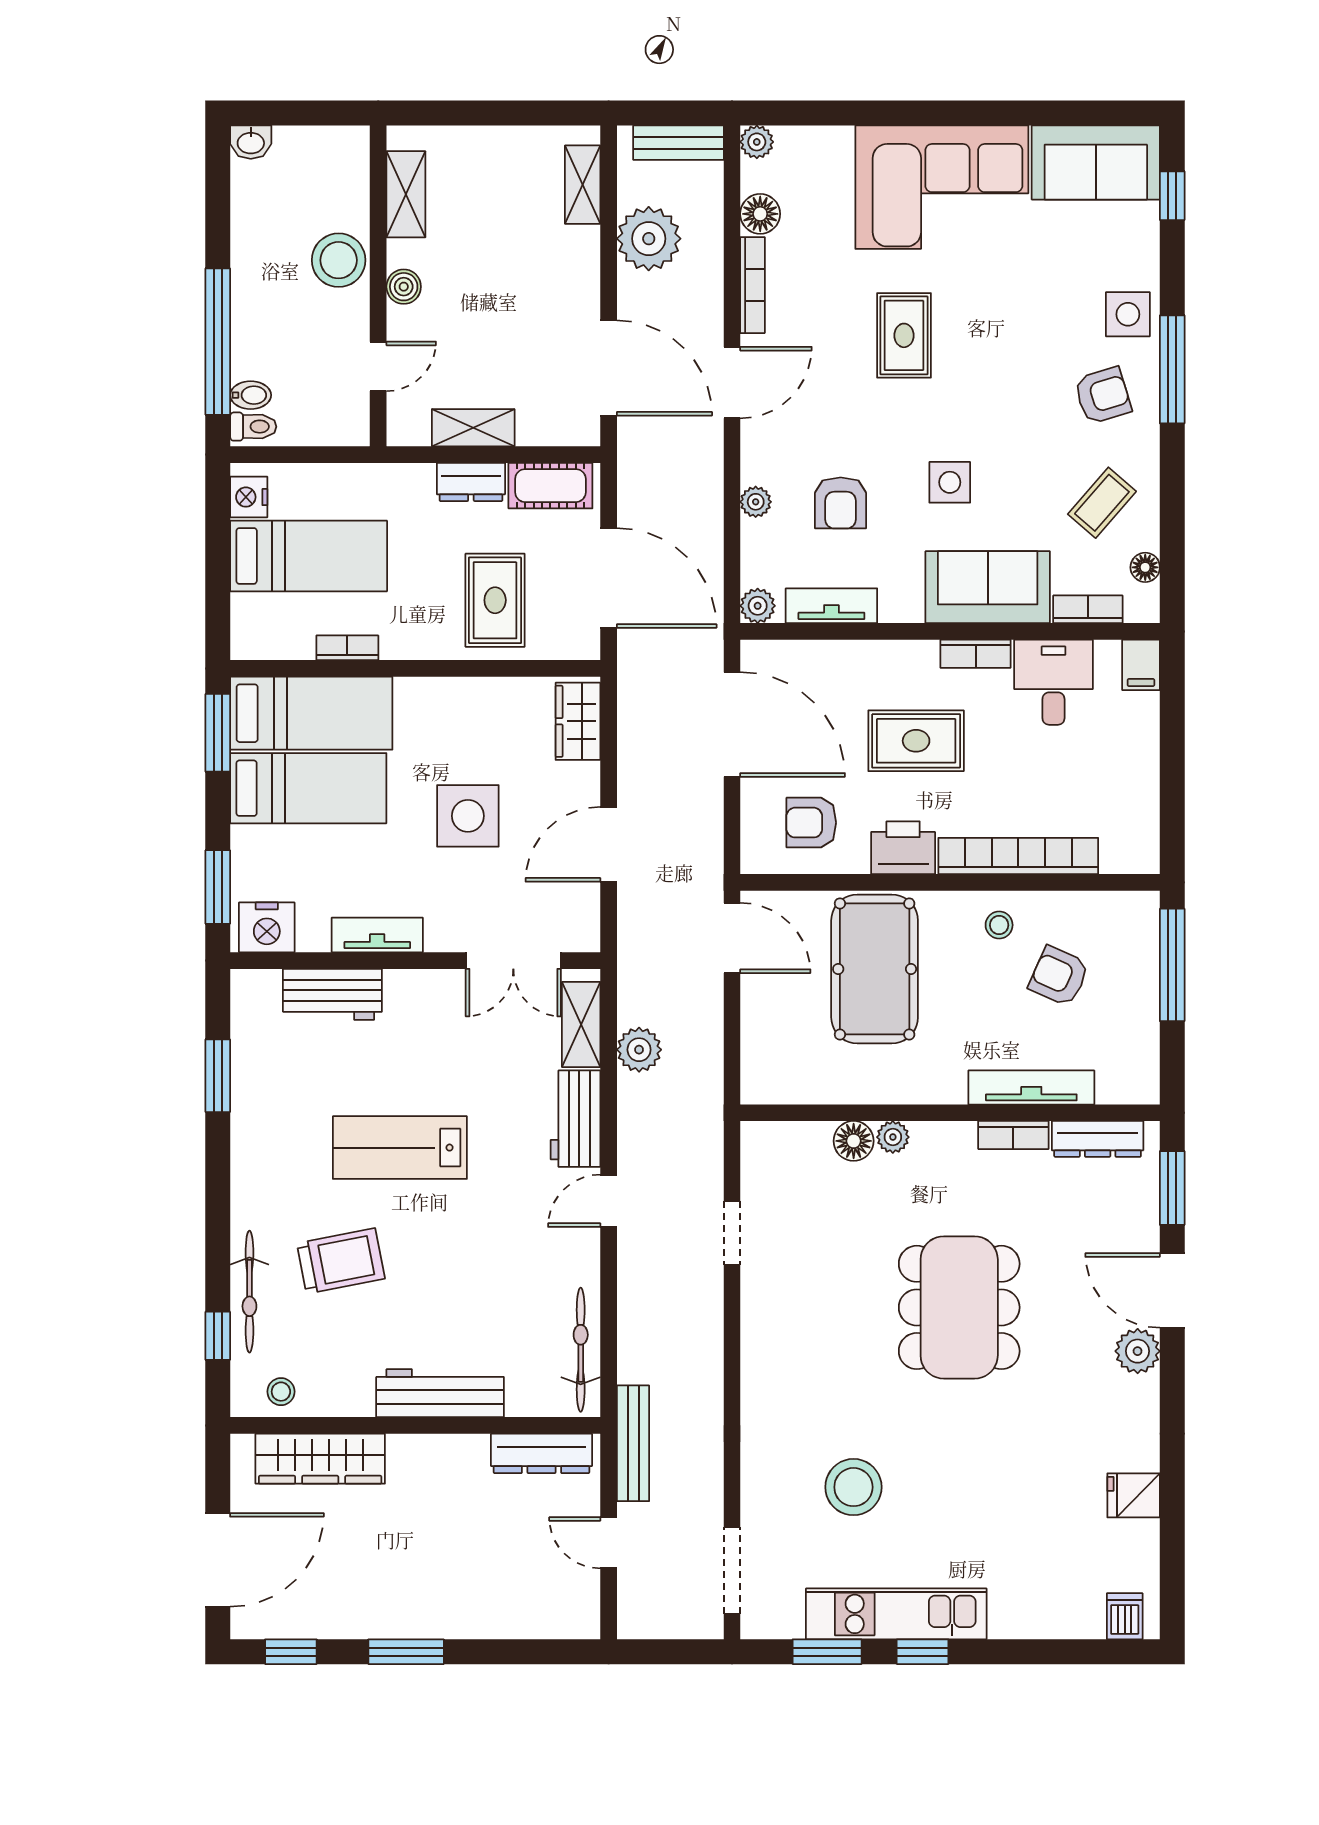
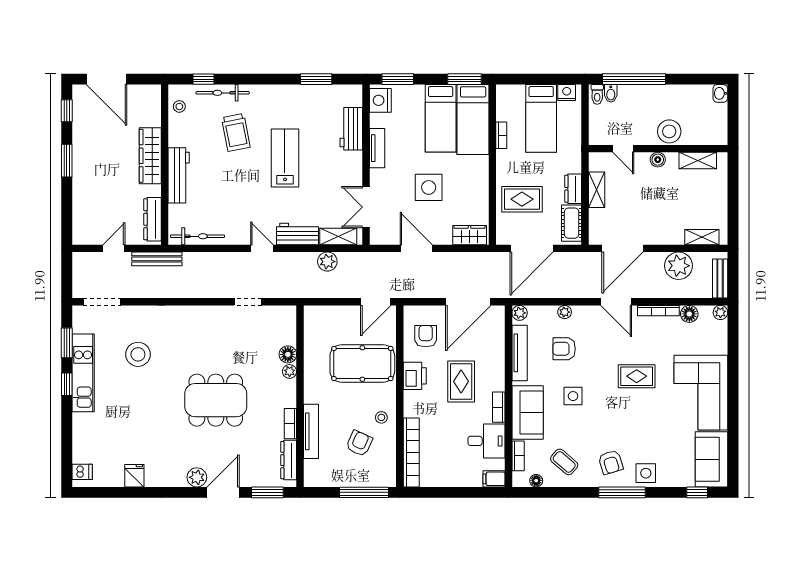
tv unit: (831, 606) -> (520, 353), width x1.41
bookcase: (1018, 856) -> (411, 452), moved
wardrobe: (320, 1459) -> (150, 156), moved

